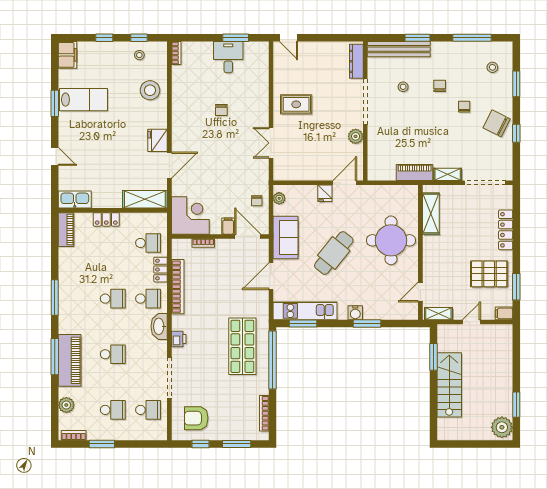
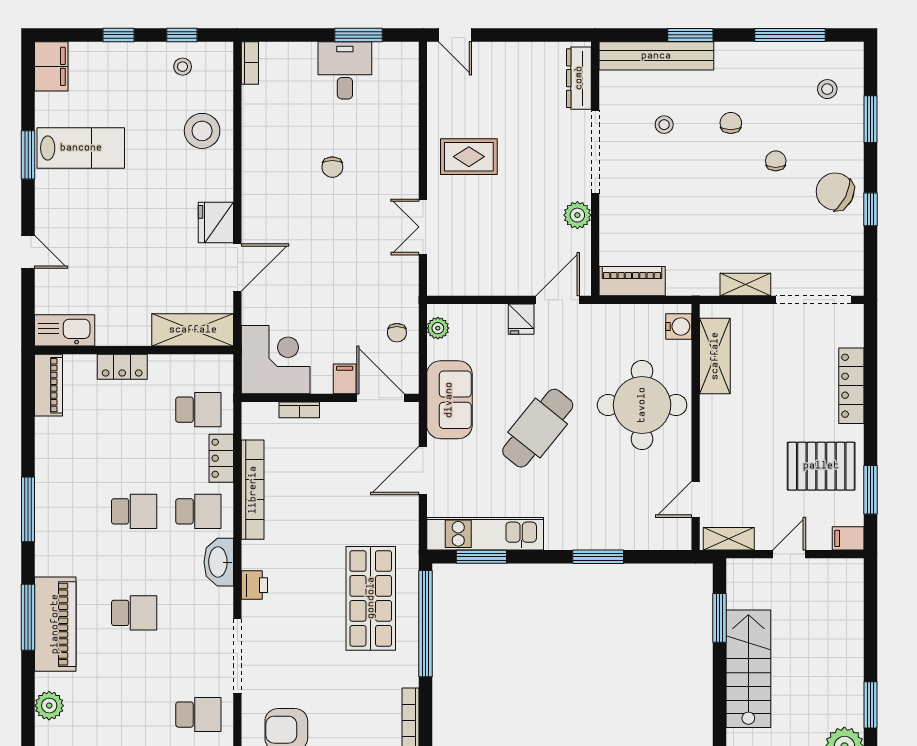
piano: (415, 173) -> (632, 281), moved
water cooler: (355, 313) -> (679, 326), moved, turned -90
school desk: (113, 410) -> (134, 715), removed

